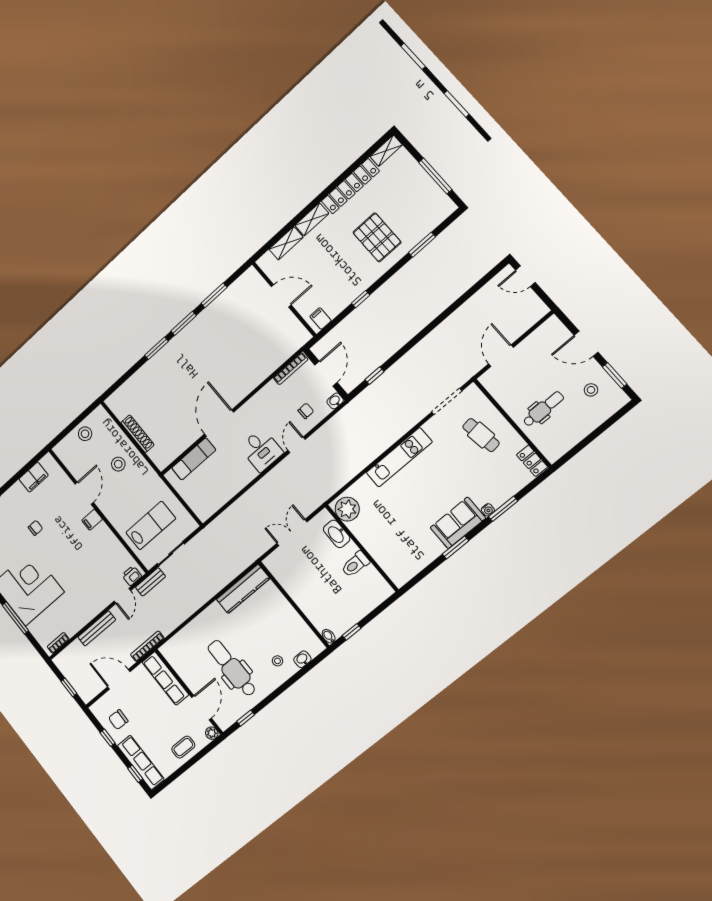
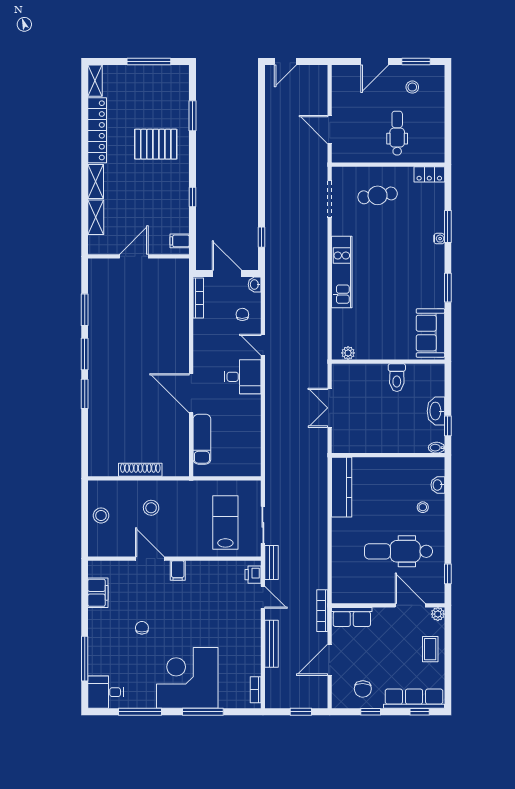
plant: (347, 509) -> (348, 353), width x0.53, depth x0.53
sofa: (458, 523) -> (430, 333), moved
washbasin: (337, 534) -> (436, 411), moved, turned 90
row of seats: (165, 678) -> (352, 617), width x0.68

